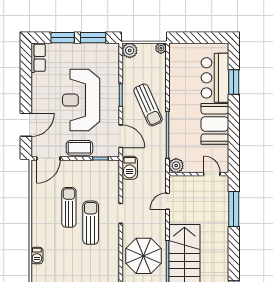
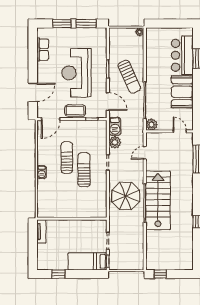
plant: (130, 50) -> (115, 142), moved
row of seats: (38, 58) -> (43, 50), moved
barbecue: (37, 256) -> (42, 172), moved

